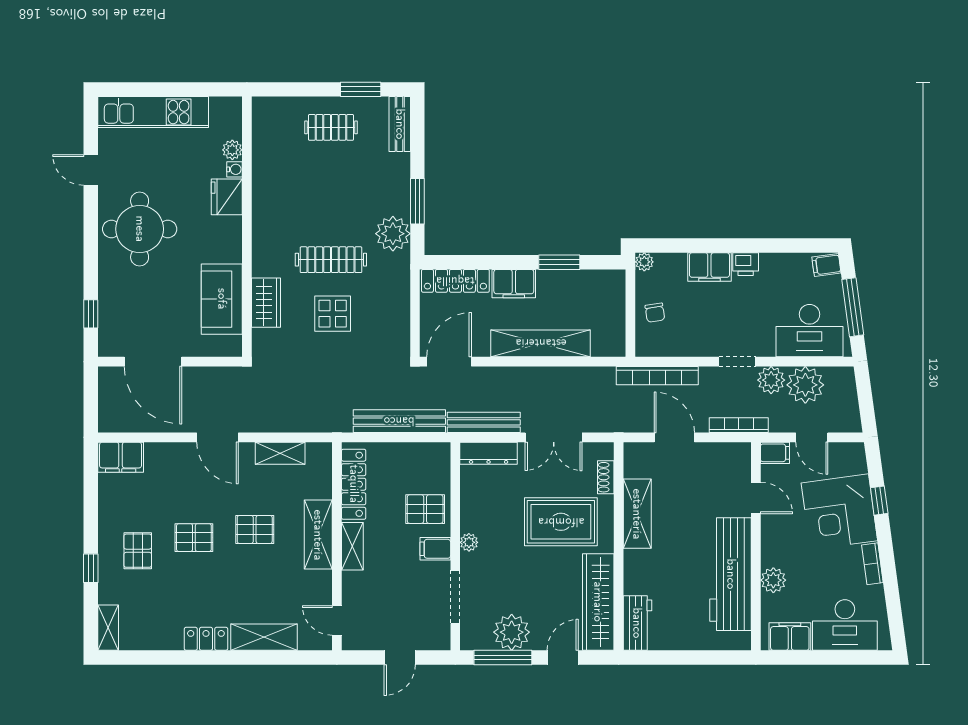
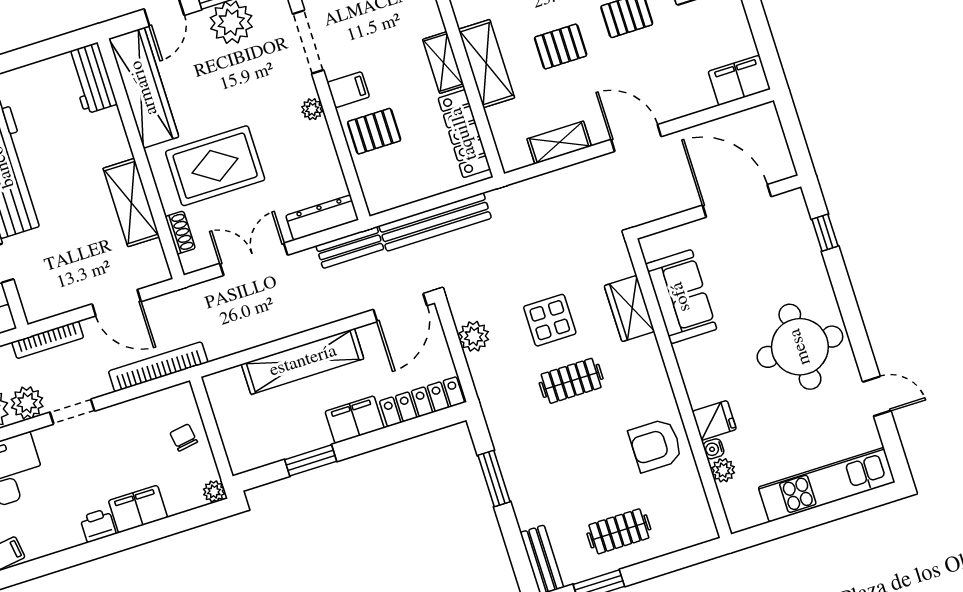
armchair: (280, 187) -> (656, 445), added
fridge: (227, 197) -> (714, 420), width x0.72
plant: (393, 234) -> (474, 336), moved, width x0.73, depth x0.73
clothes rail: (331, 260) -> (571, 381), width x0.73
bench: (484, 422) -> (350, 247), width x0.73

